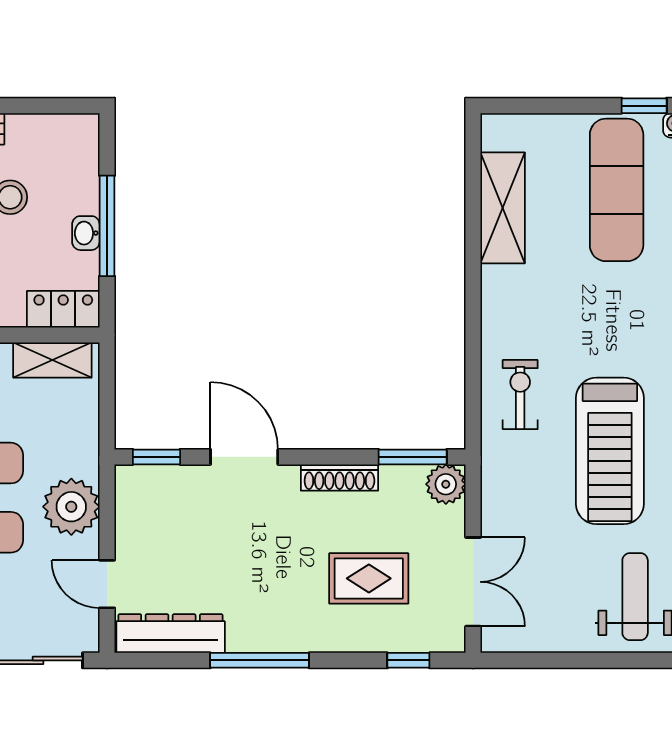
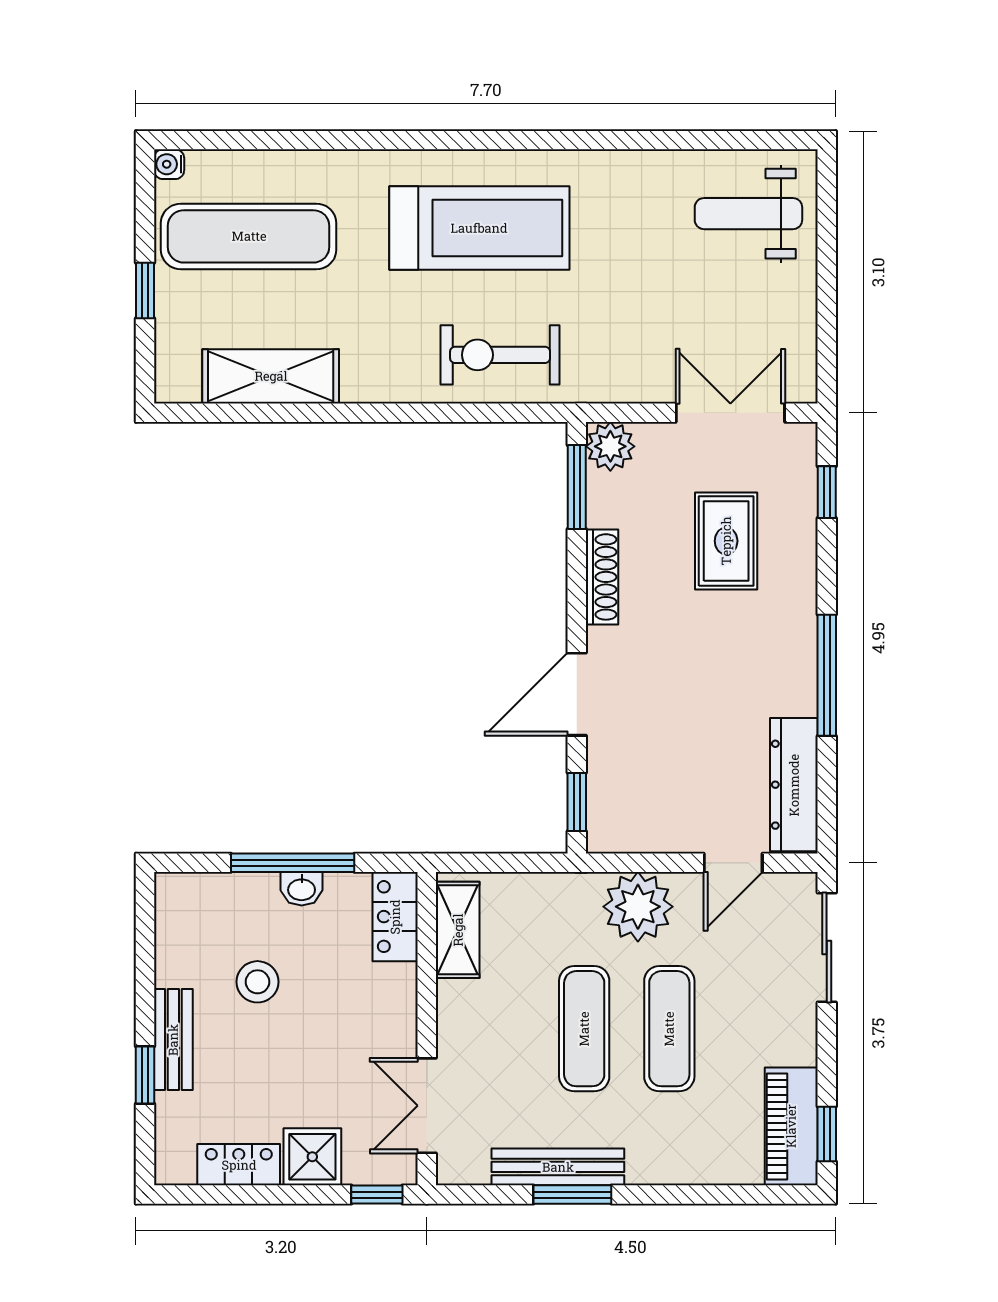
window: (644, 106) -> (145, 291), moved
exercise bike: (520, 395) -> (500, 355), width x1.38, depth x1.39
treadmill: (610, 451) -> (479, 228), moved

